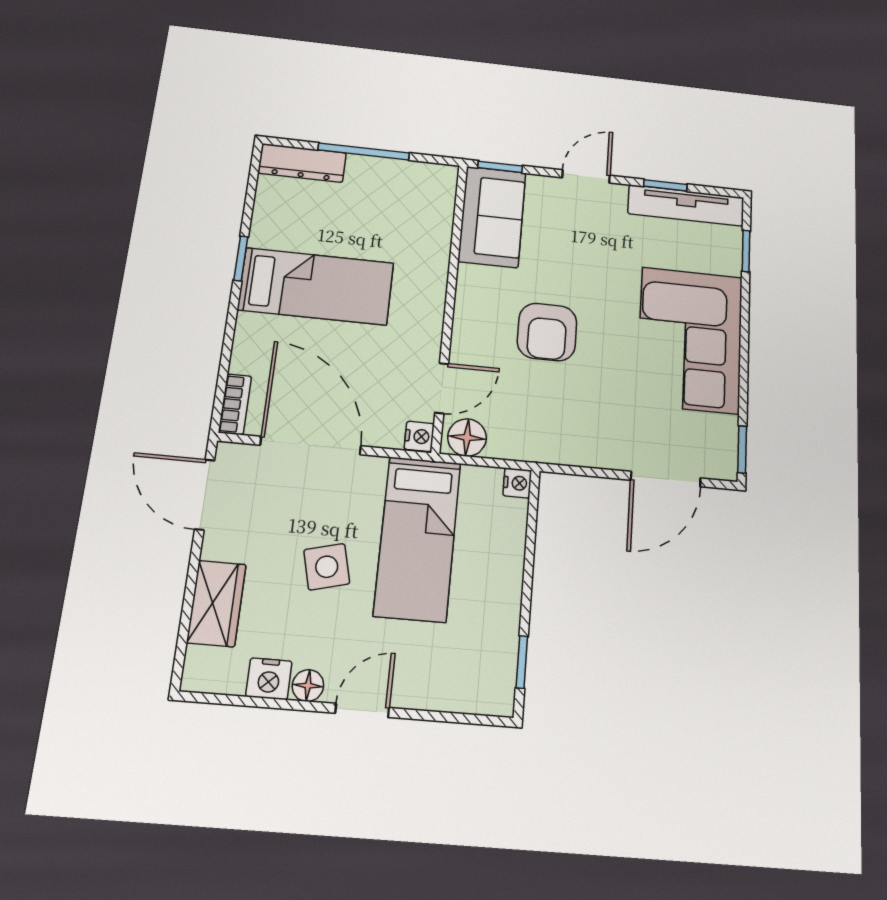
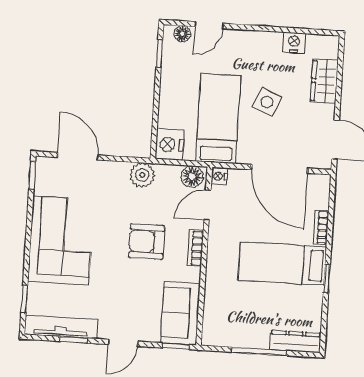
bookcase: (465, 318) -> (195, 248), added
armchair: (547, 332) -> (147, 242), turned -90
bookcase: (235, 404) -> (321, 228), moved
plant: (554, 443) -> (142, 175), added
door: (666, 479) -> (78, 156), hinge flipped
nightstand: (517, 483) -> (170, 145), width x1.89, depth x1.79
side table: (327, 567) -> (267, 102), turned 38
floor lamp: (308, 686) -> (182, 34), moved
door: (362, 710) -> (209, 25), moved

